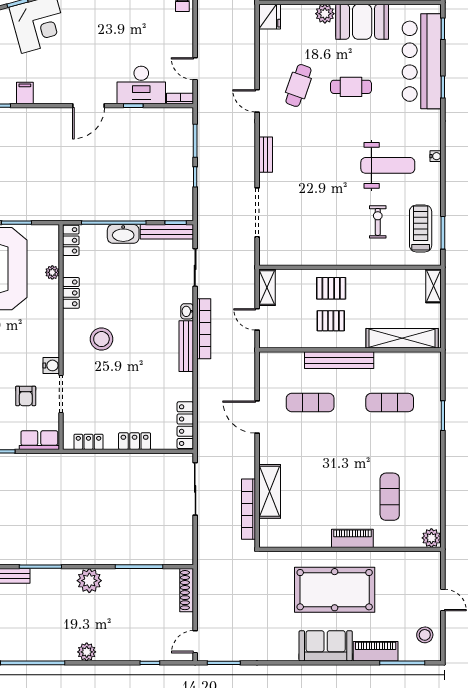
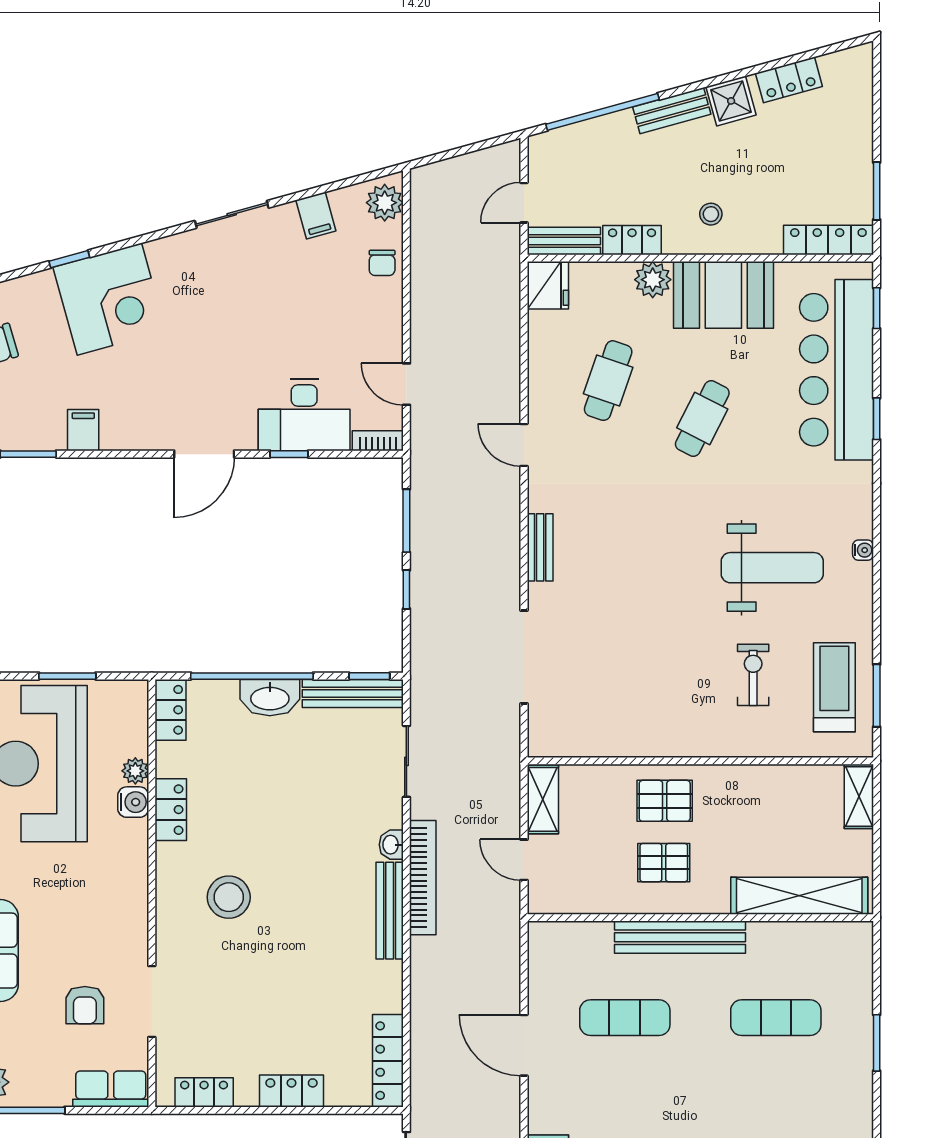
cafe table: (298, 85) -> (608, 381), moved
cafe table: (351, 87) -> (702, 418), turned -63
water cooler: (51, 365) -> (133, 802), moved

